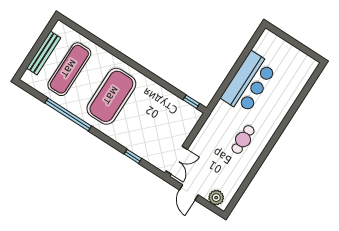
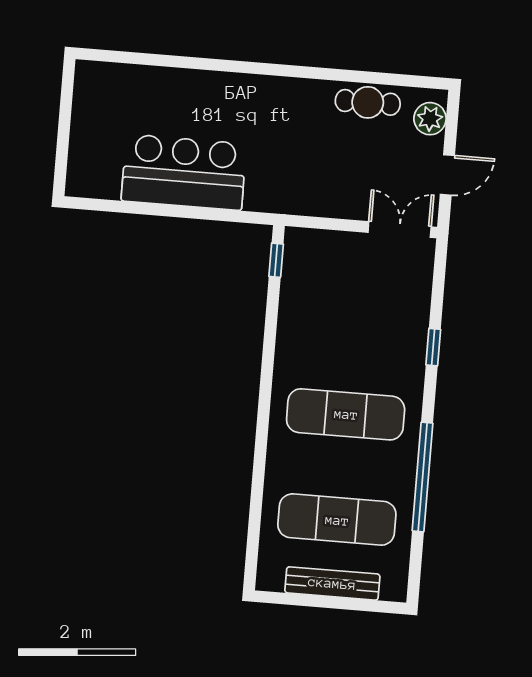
exercise mat: (111, 96) -> (346, 414), width x0.68
cafe table: (243, 140) -> (368, 102), moved
window: (133, 156) -> (433, 347), moved

